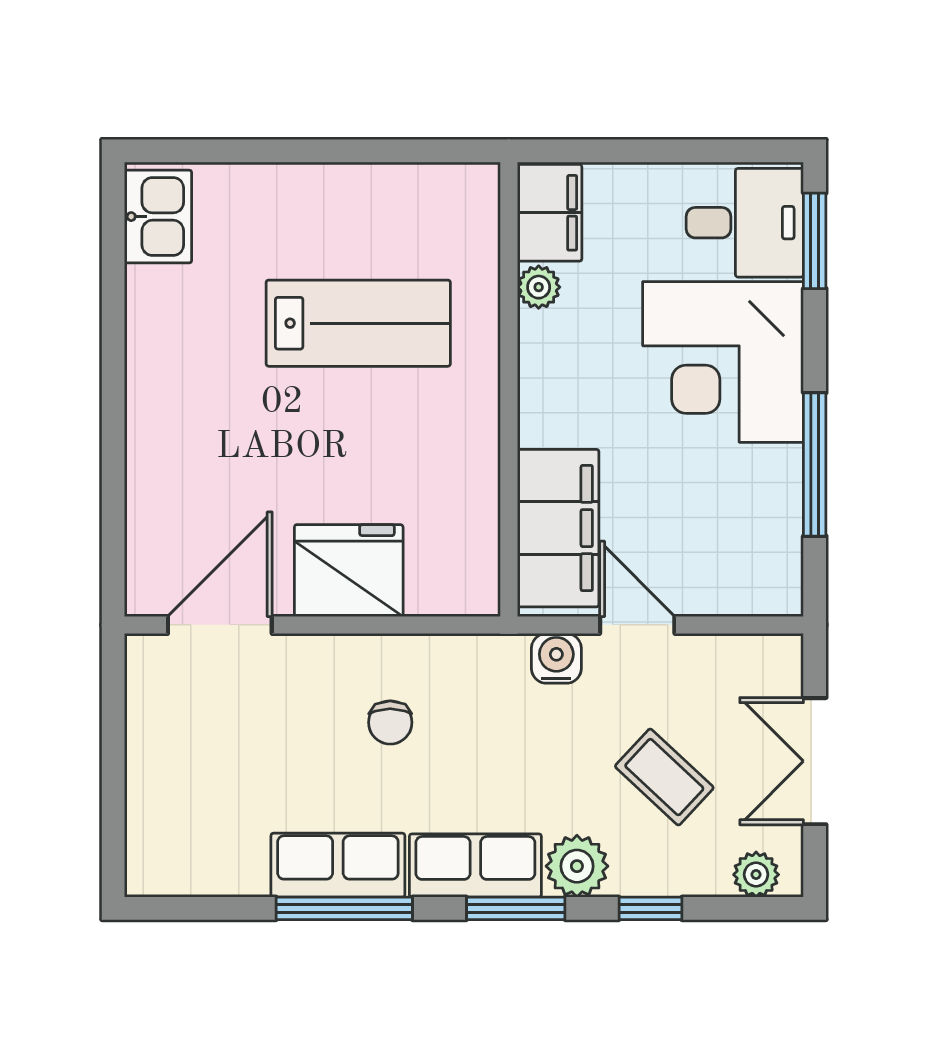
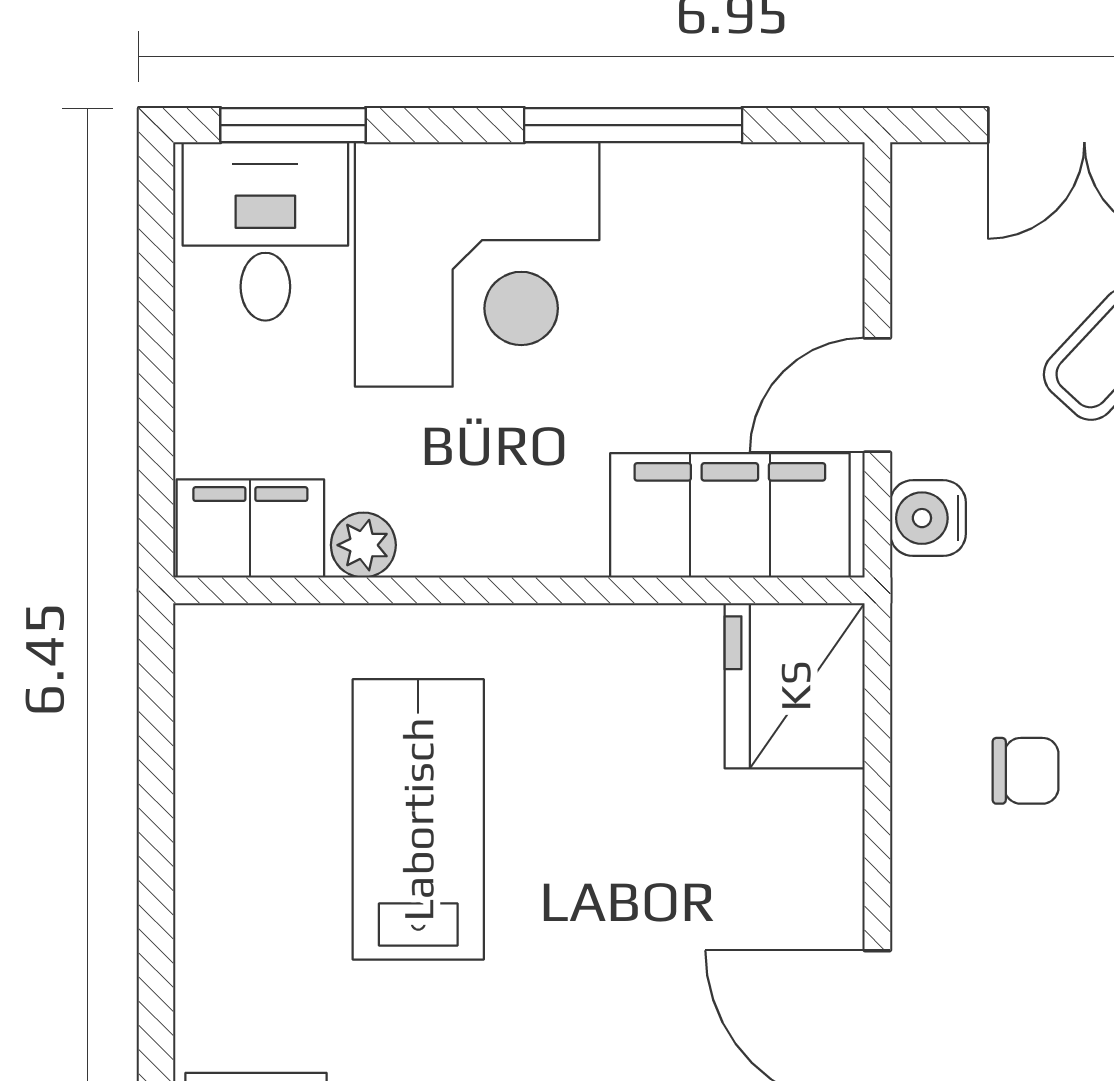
fridge: (349, 571) -> (795, 686), moved

